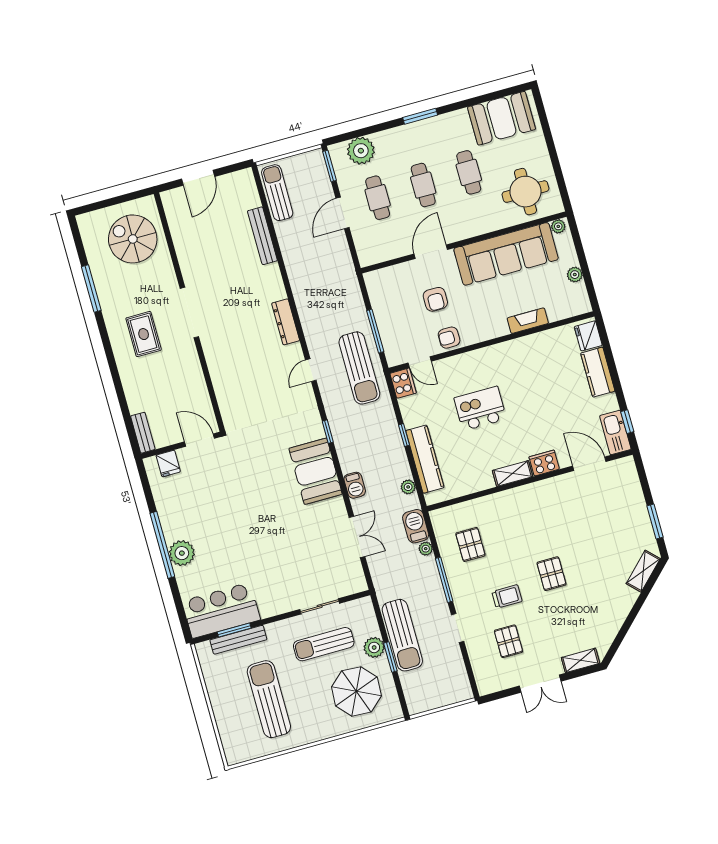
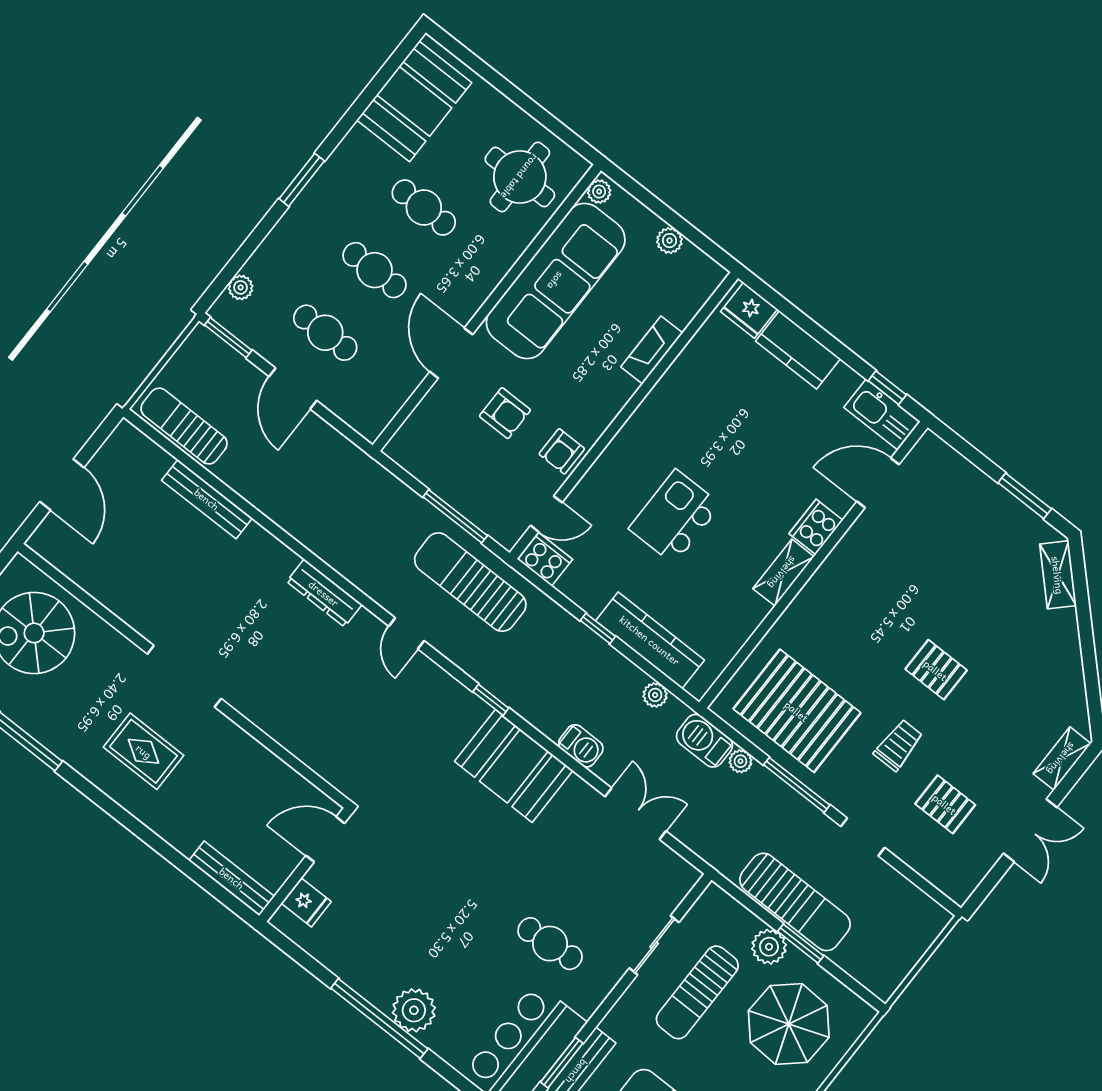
plant: (361, 151) -> (241, 287), width x0.53, depth x0.53
sun lounger: (359, 368) -> (470, 582), turned 180
bench: (143, 433) -> (232, 878), width x1.36
pallet: (470, 544) -> (797, 711), width x2.05, depth x2.00
cafe table: (270, 569) -> (550, 944), added

